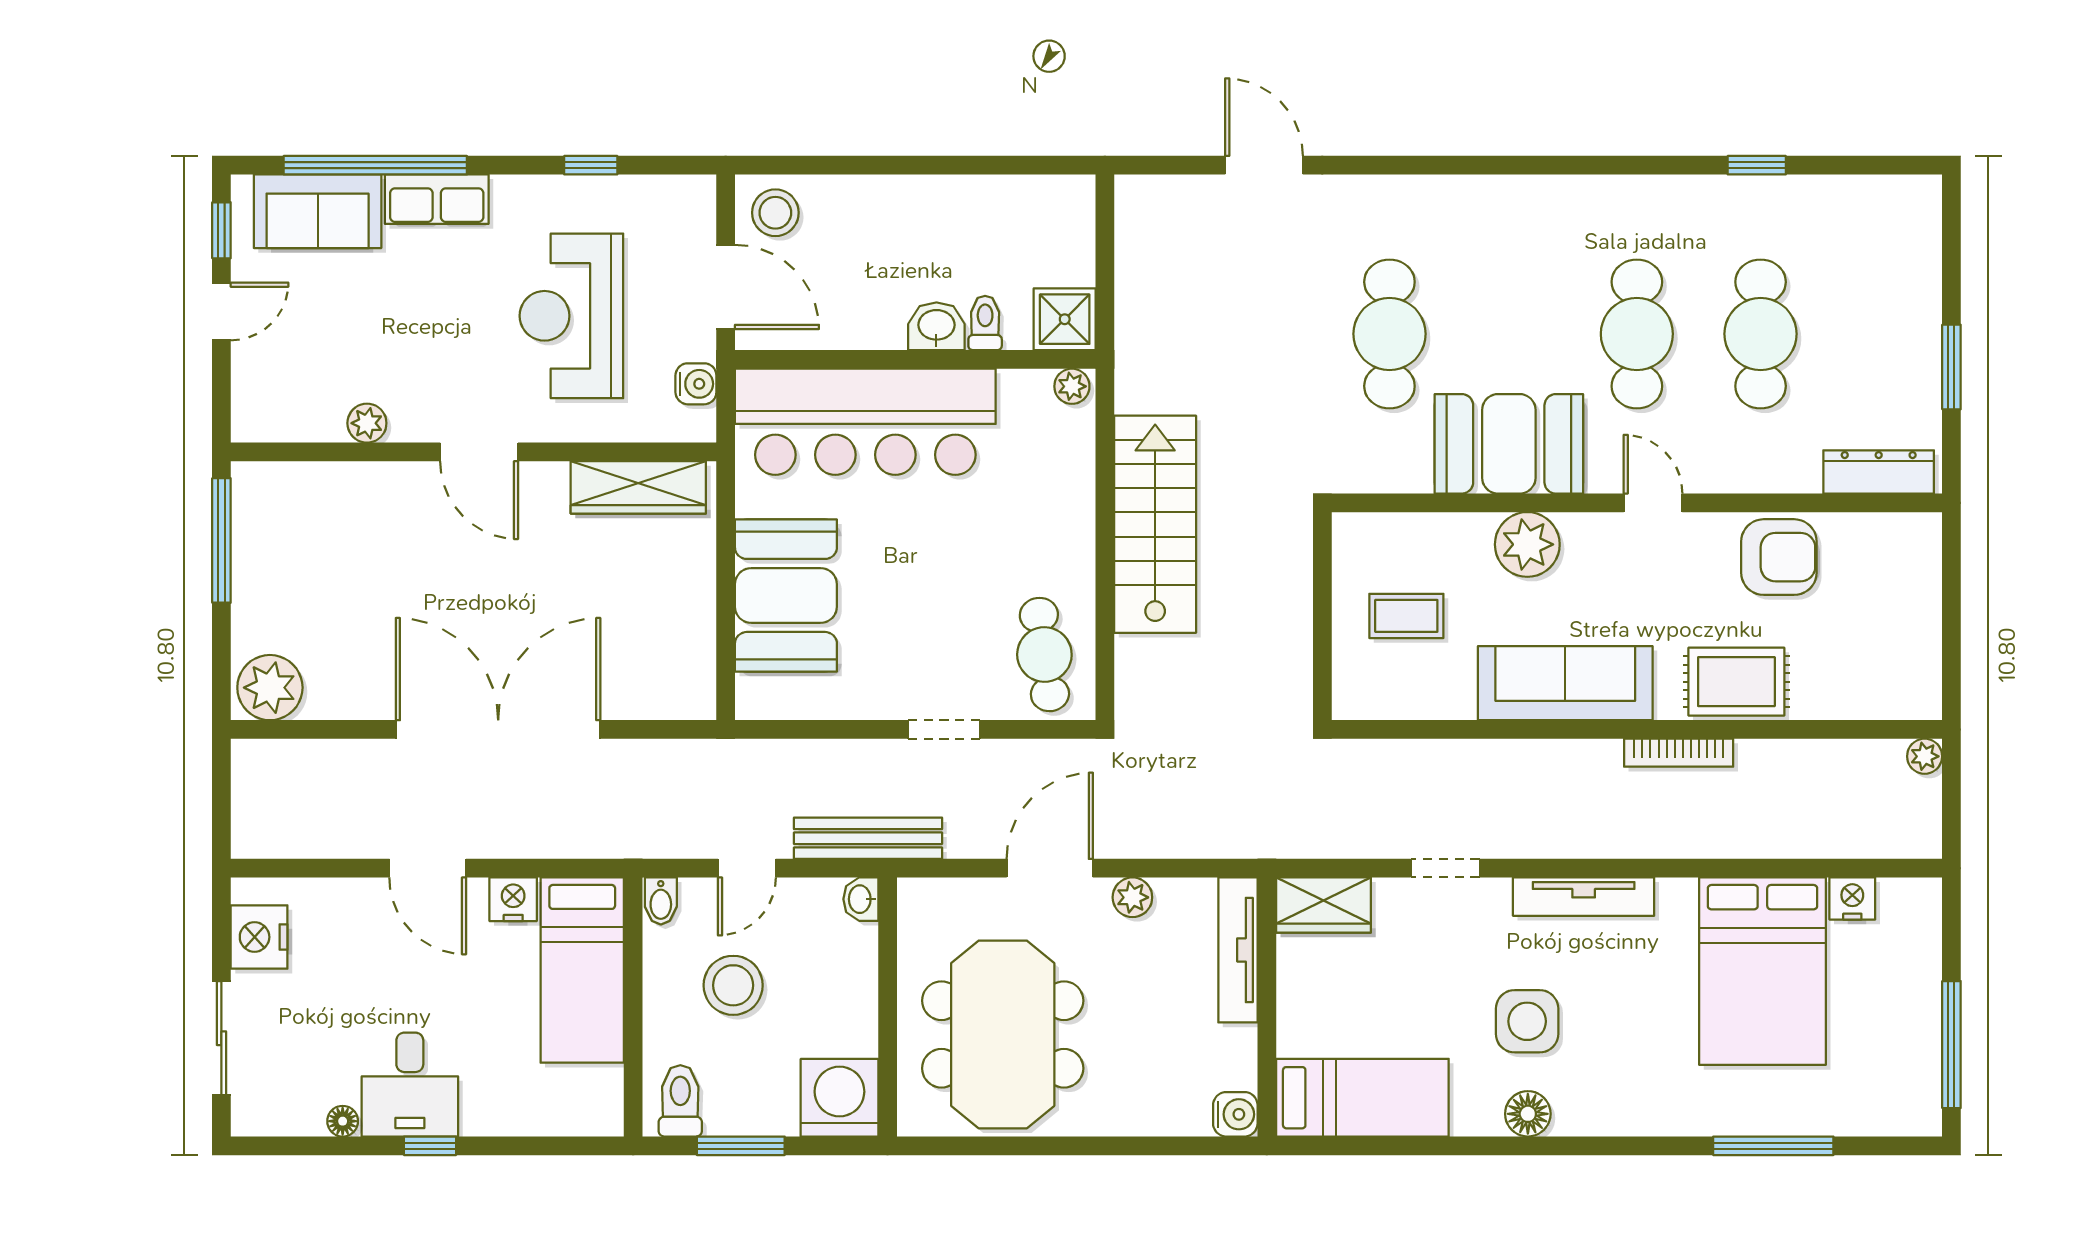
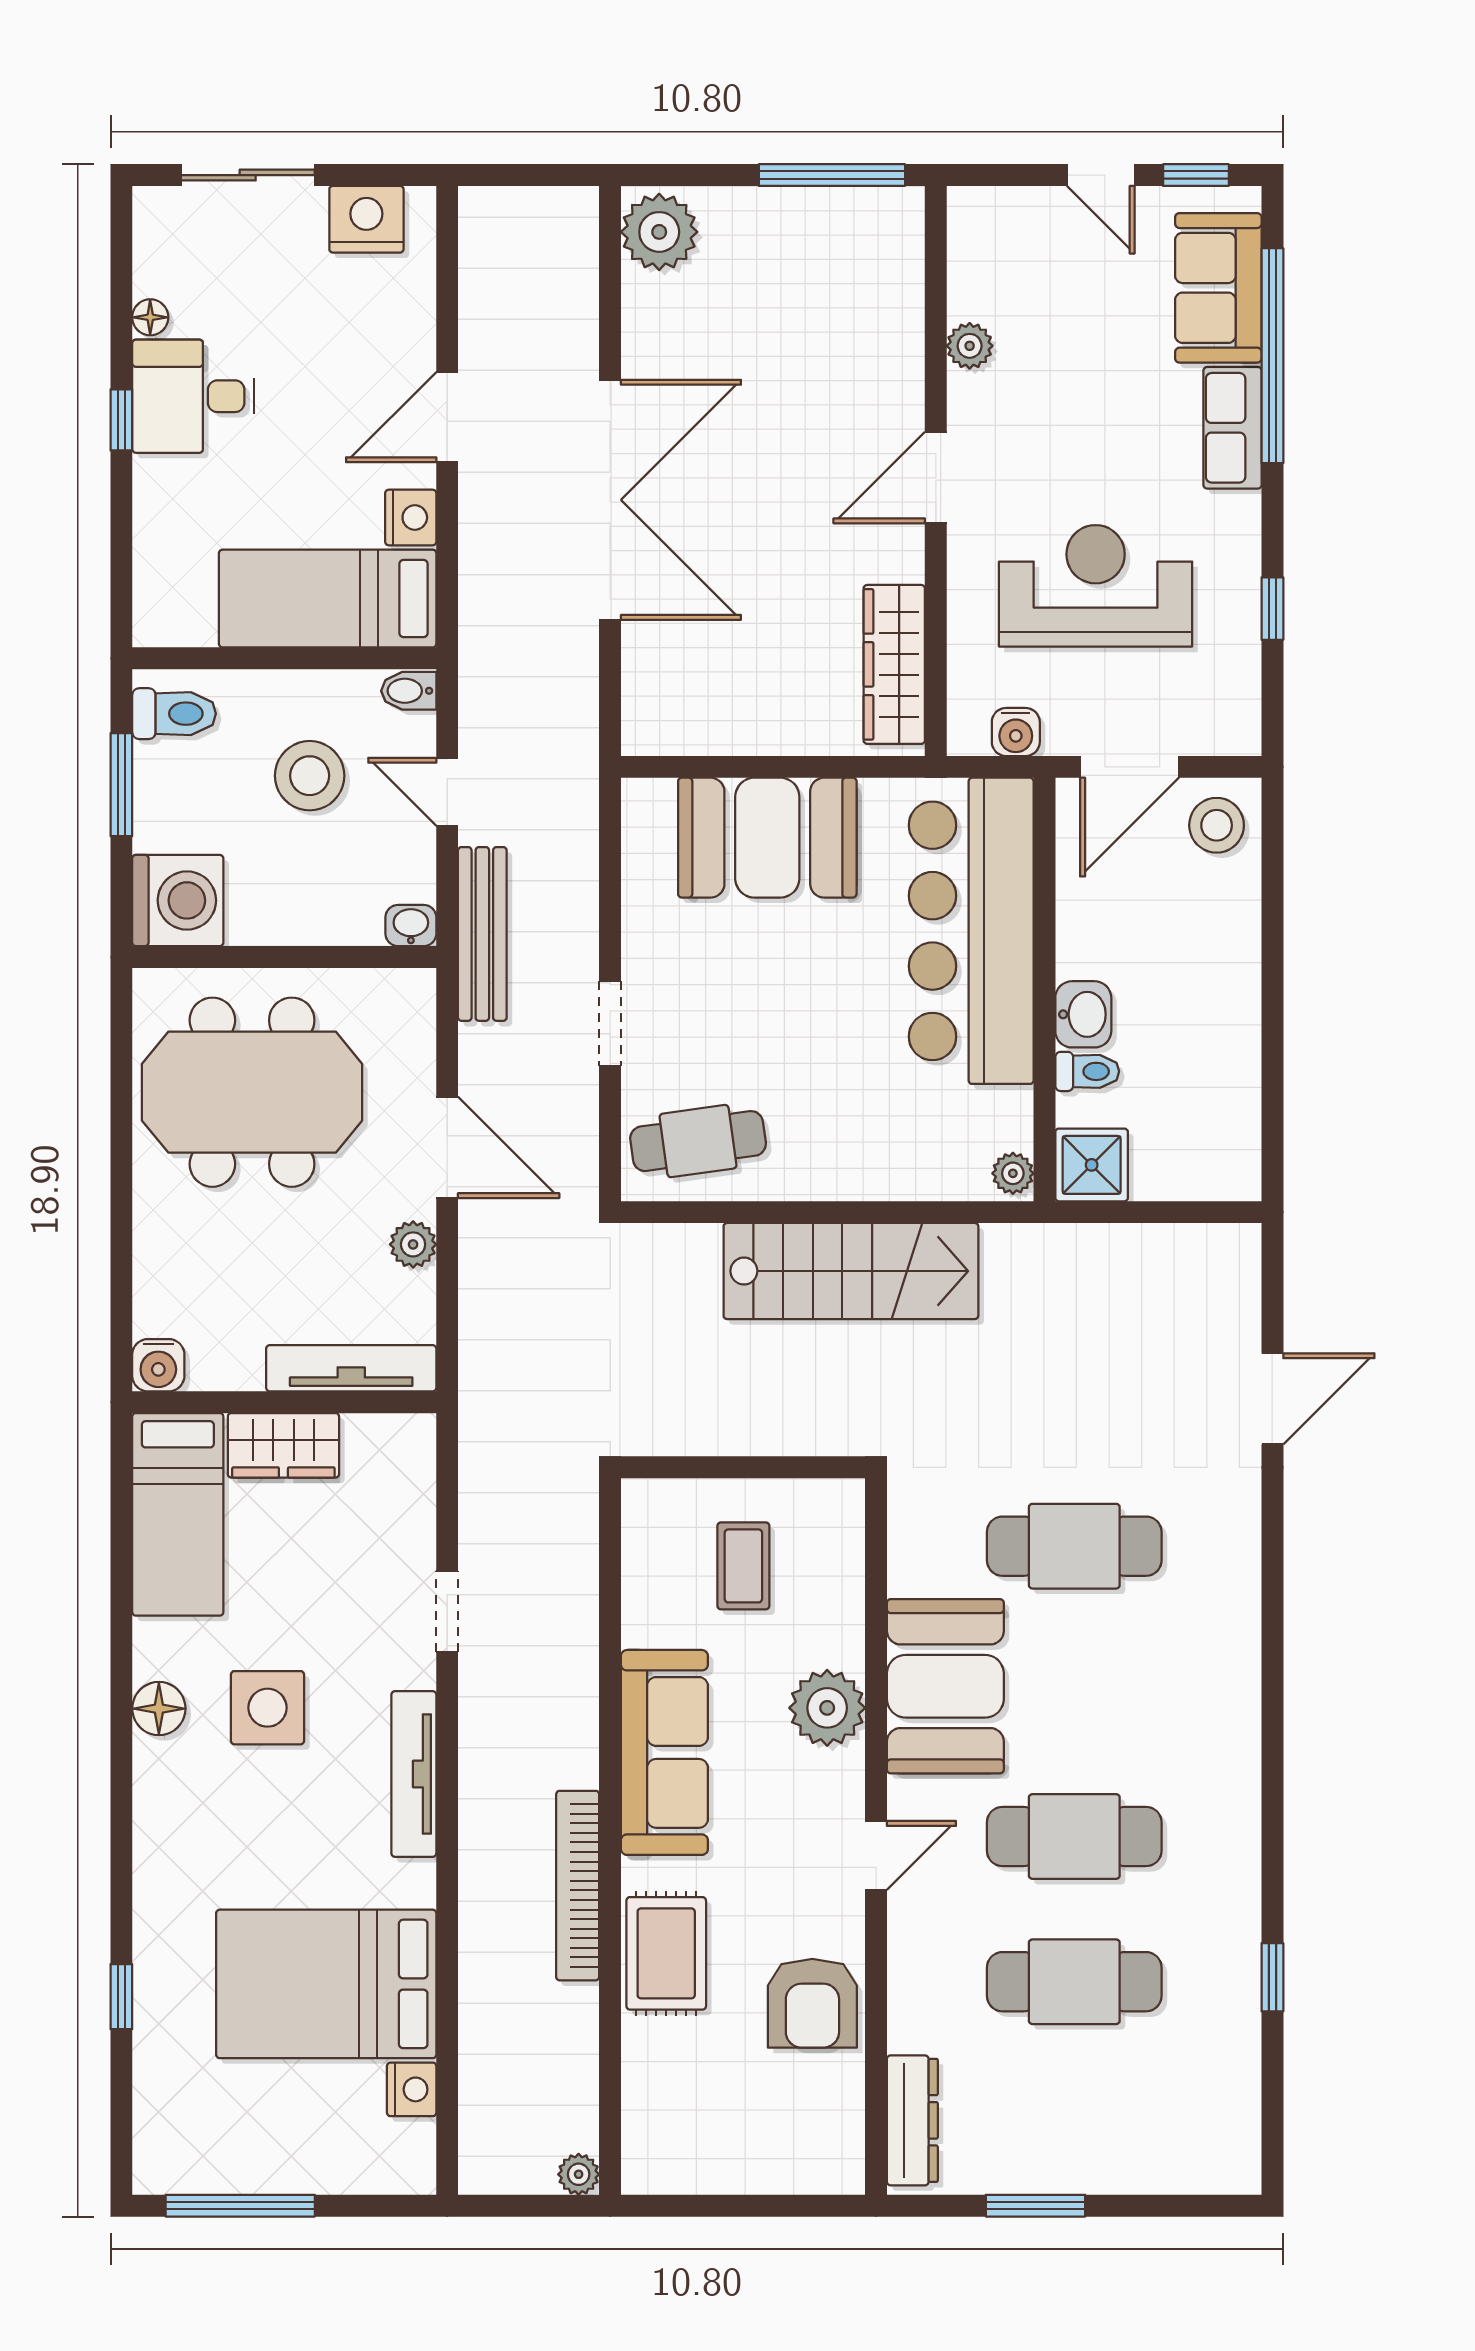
bookcase: (1679, 753) -> (578, 1886), width x1.48, depth x1.31
wardrobe: (1324, 905) -> (283, 1445), moved, turned -90
window: (1773, 1146) -> (121, 1997), width x0.46

